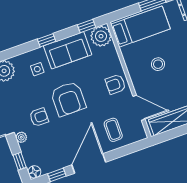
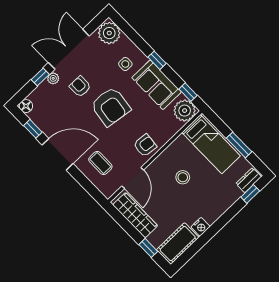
armchair: (115, 84) -> (145, 145), turned 96
armchair: (68, 99) -> (111, 107), turned -82
armchair: (39, 117) -> (80, 87), turned 180
coffee table: (113, 130) -> (100, 163), turned 90
window: (20, 161) -> (40, 77), moved

